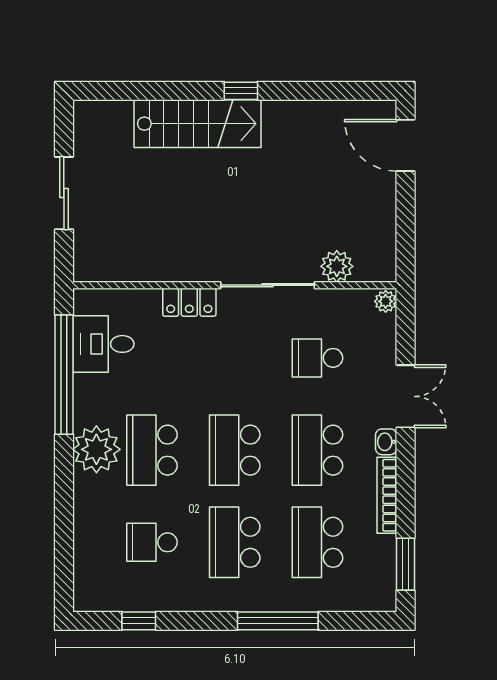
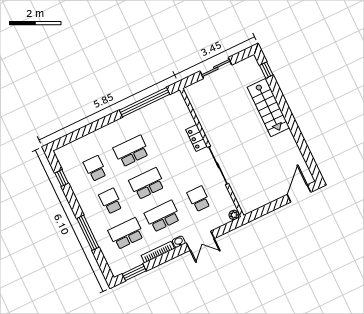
window: (241, 91) -> (266, 70), moved
plant: (337, 266) -> (239, 189), removed
desk: (103, 344) -> (164, 112), removed
plant: (96, 449) -> (121, 129), removed
school desk: (235, 542) -> (111, 201), width x0.54

